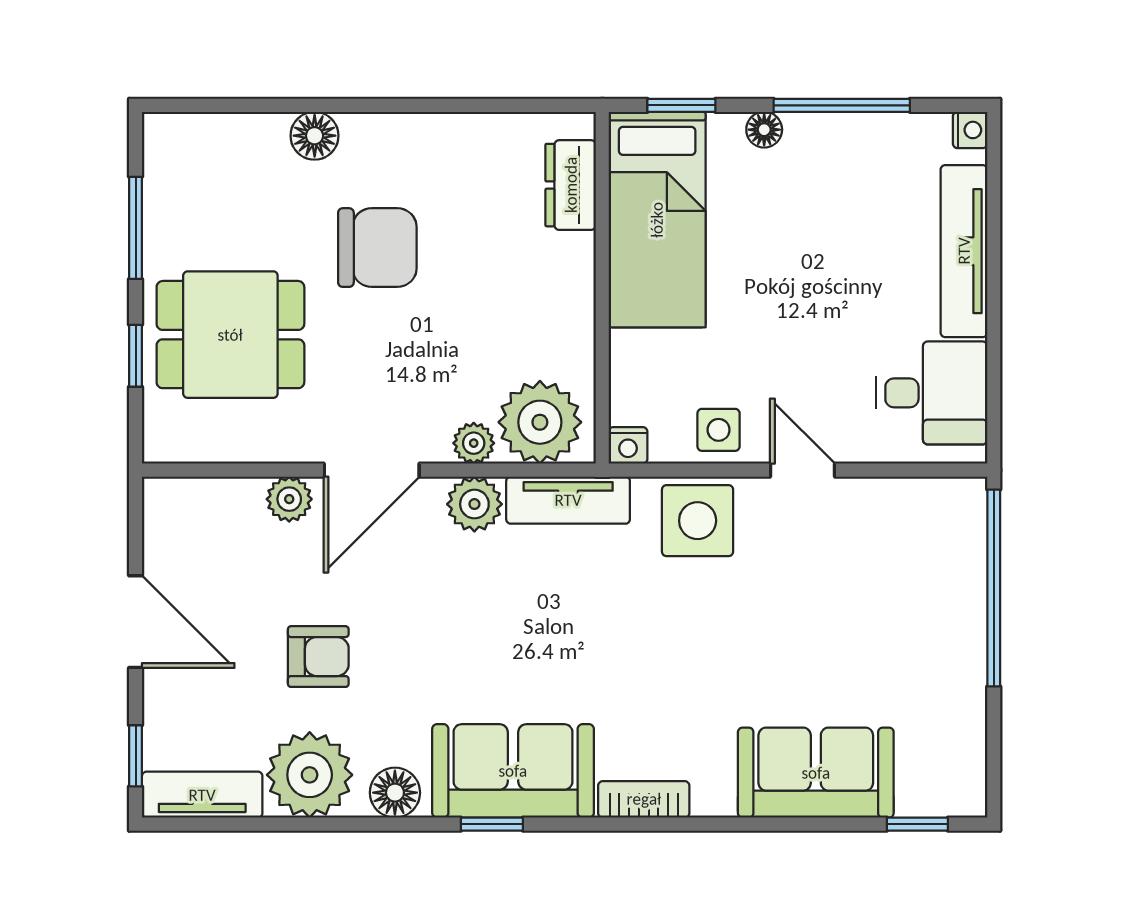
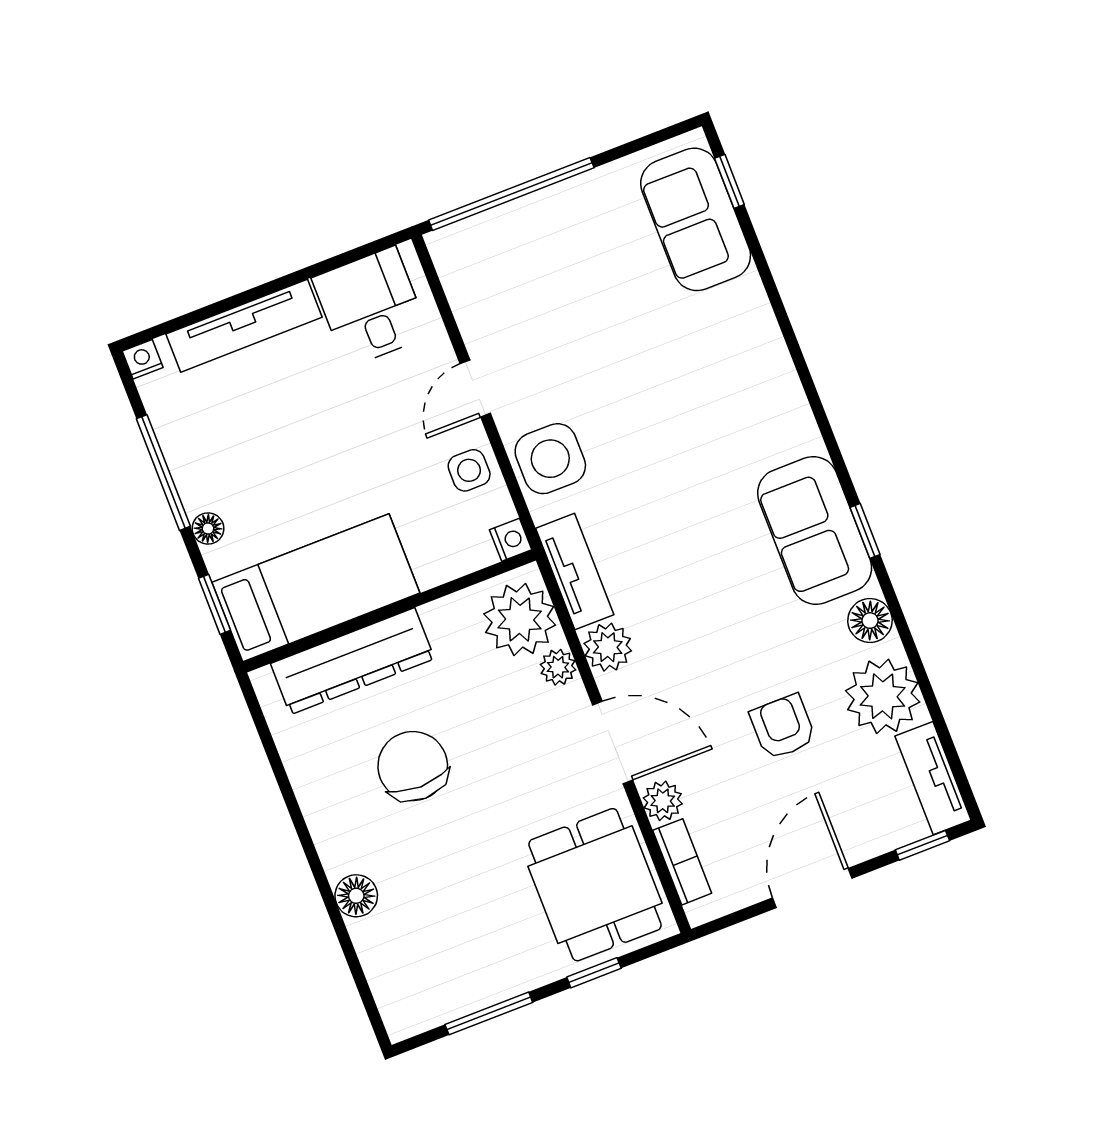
dresser: (571, 185) -> (353, 661), width x1.96, depth x1.24
chair: (377, 248) -> (413, 766), moved
dining table: (230, 335) -> (595, 885), moved
sofa: (816, 773) -> (696, 219), moved
bookcase: (644, 799) -> (682, 862), moved, turned 180

